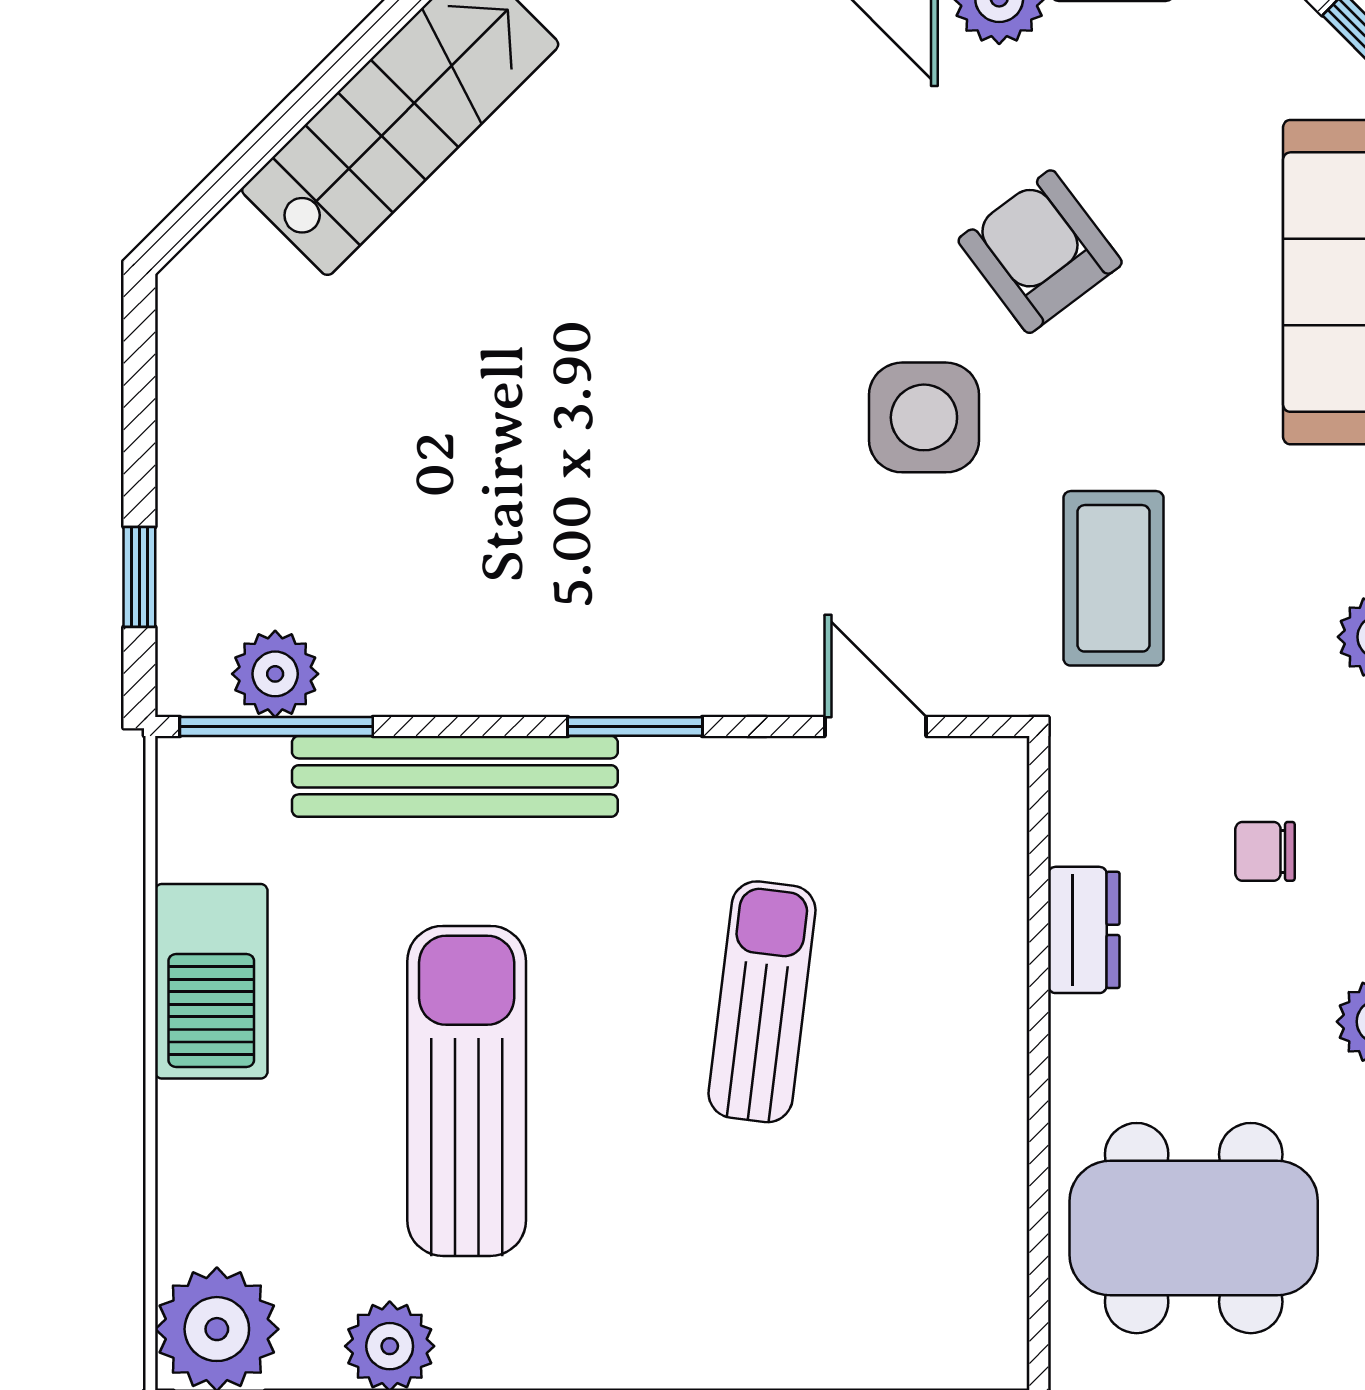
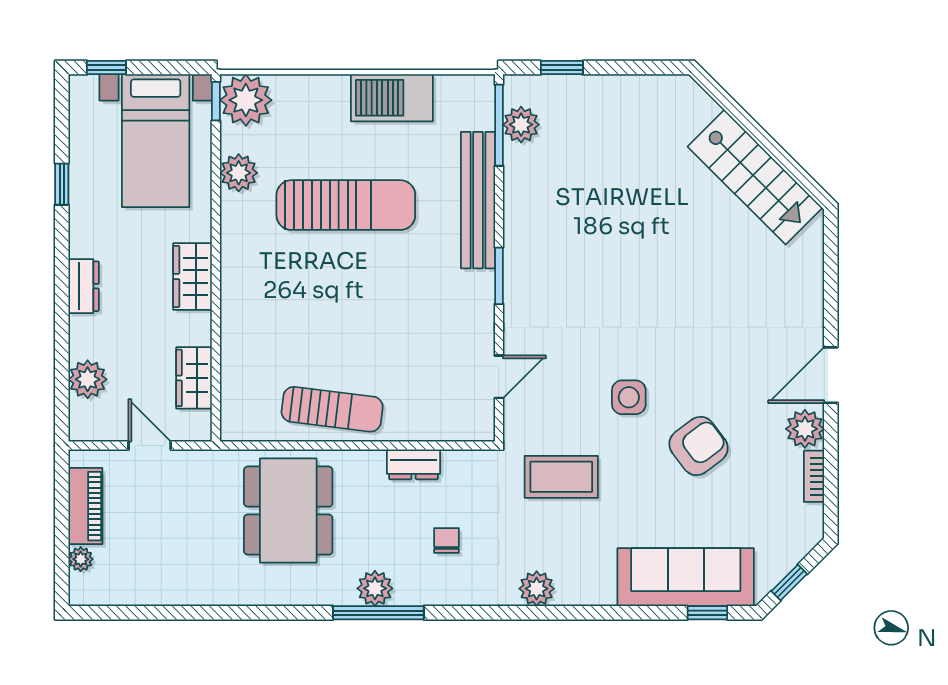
side table: (924, 417) -> (629, 397), width x0.73, depth x0.73
sun lounger: (762, 1002) -> (332, 409), moved

